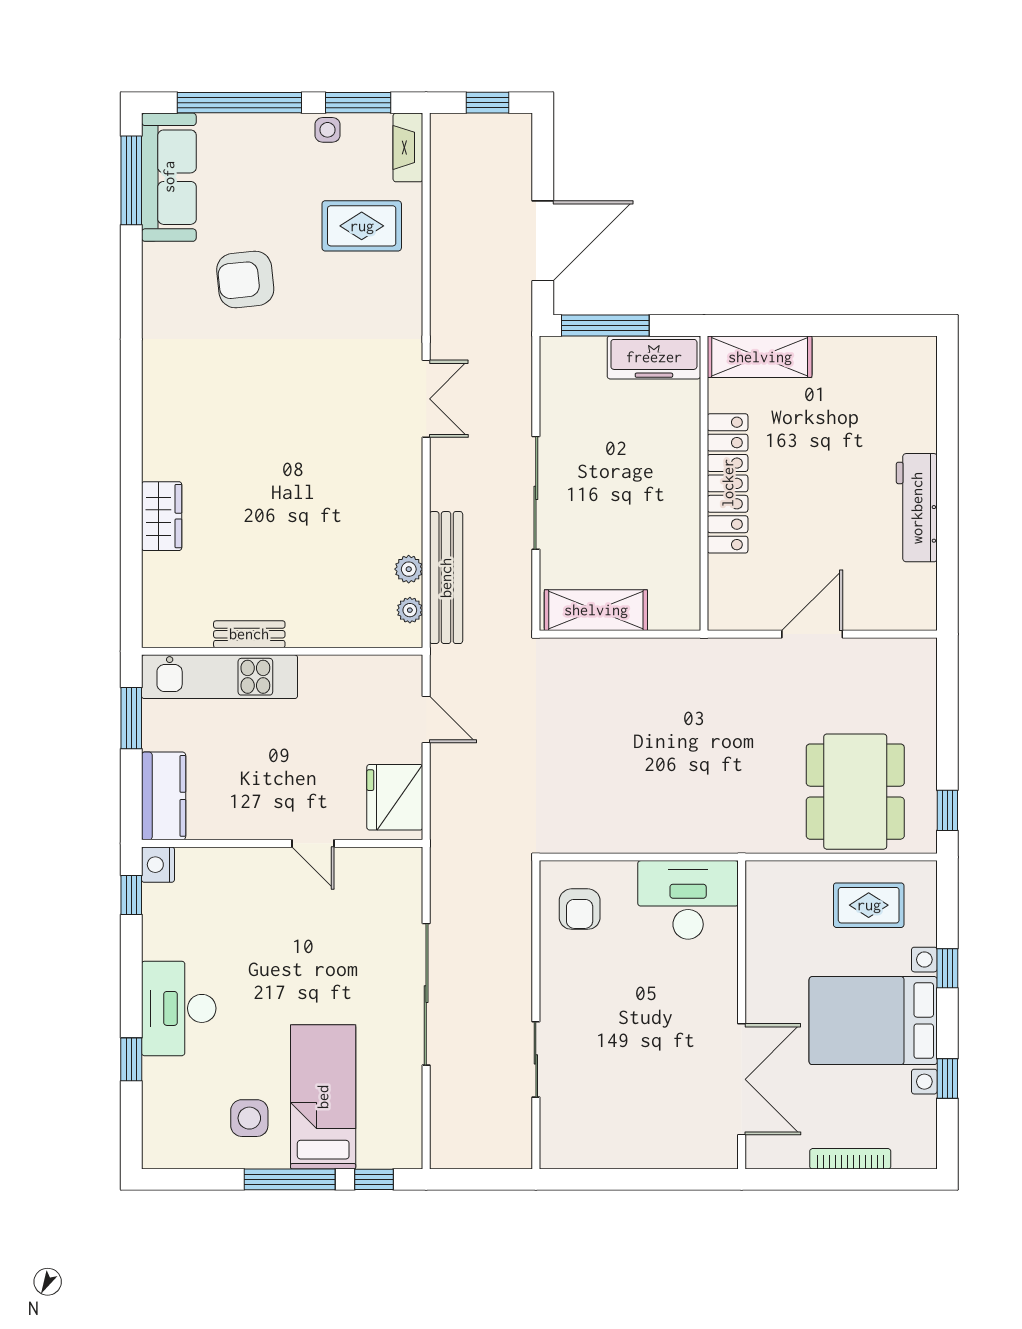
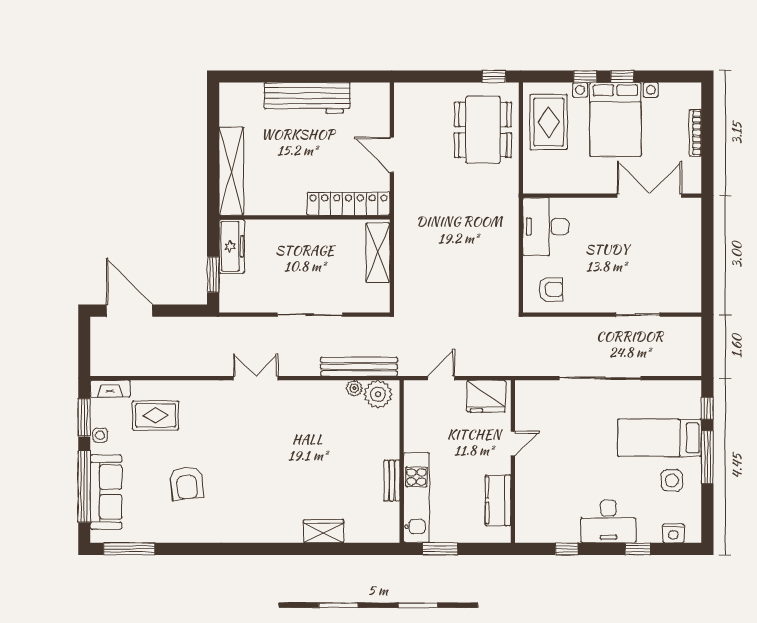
window: (488, 103) -> (84, 343), removed
sofa: (169, 177) -> (106, 492), moved, turned 90
rug: (362, 226) -> (156, 415), turned 90
door: (543, 241) -> (129, 311), moved
window: (605, 326) -> (213, 274), width x0.69
shelving: (760, 357) -> (231, 171), width x1.47
locker: (728, 483) -> (349, 204), moved
workbench: (917, 508) -> (307, 98), width x1.36, depth x1.32
plant: (410, 610) -> (378, 394), width x1.88, depth x1.88
shelving: (596, 610) -> (378, 253), moved
dining table: (855, 792) -> (483, 130), turned 90
kitchen counter: (164, 796) -> (498, 500), moved, turned -90
nightstand: (158, 865) -> (673, 533), moved
window: (131, 895) -> (567, 549), moved
rug: (869, 905) -> (549, 122), width x1.36, depth x1.43
window: (947, 1078) -> (622, 76), moved

